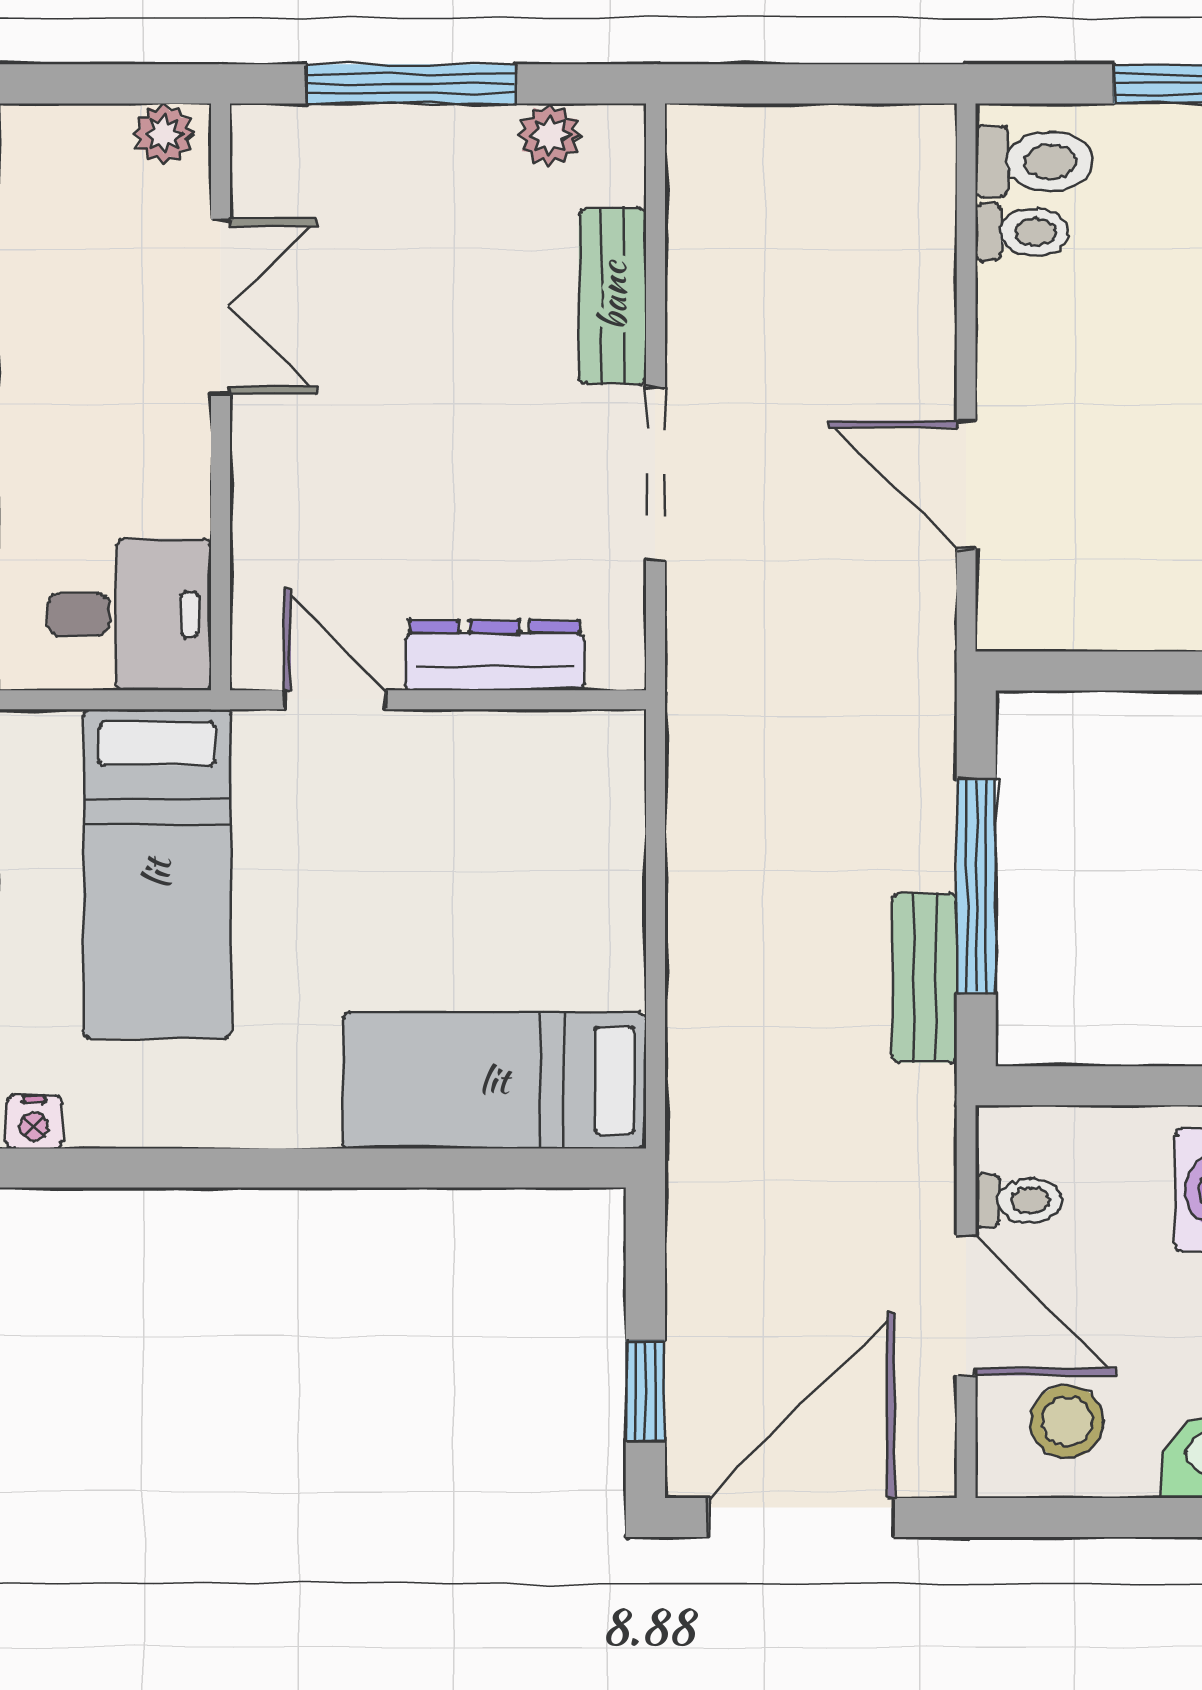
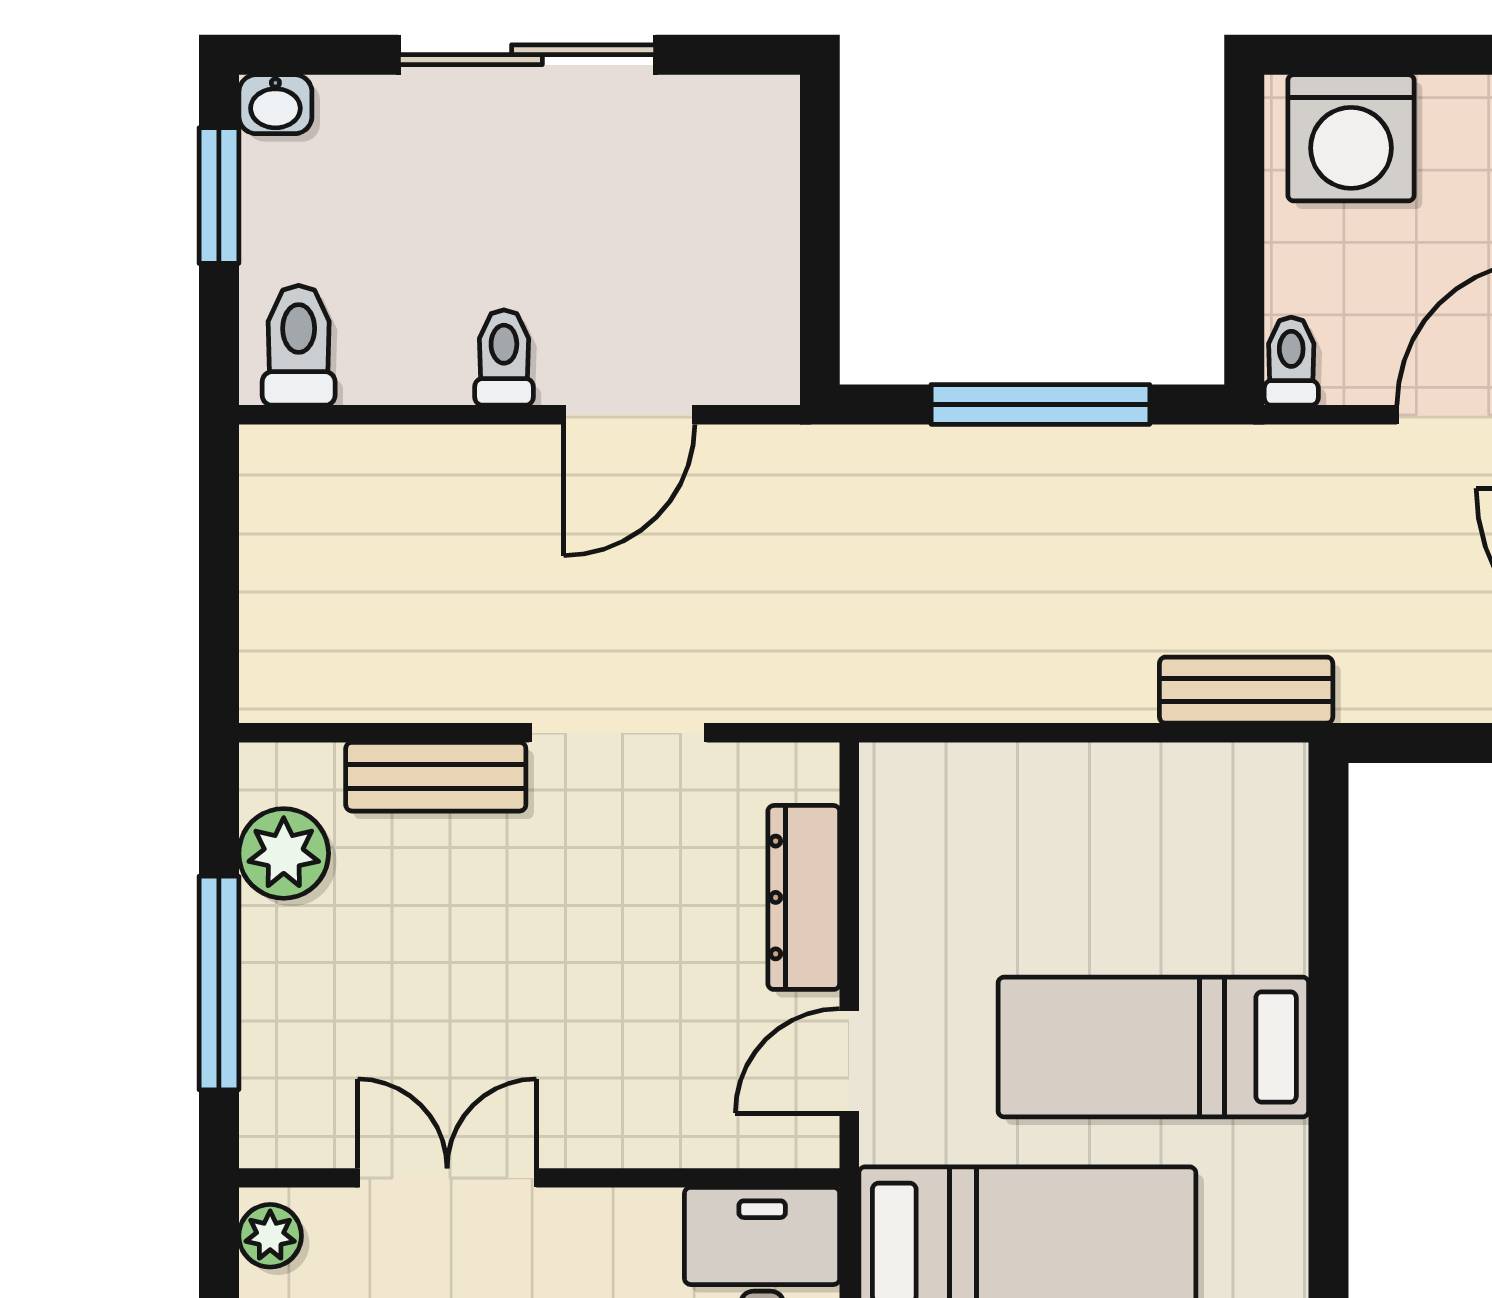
plant: (549, 135) -> (284, 853), width x1.38, depth x1.38
toilet: (1022, 232) -> (504, 358), moved
bench: (924, 978) -> (1246, 690), moved
bed: (494, 1080) -> (1153, 1047), moved, turned 90
toilet: (1018, 1200) -> (1291, 361), moved

